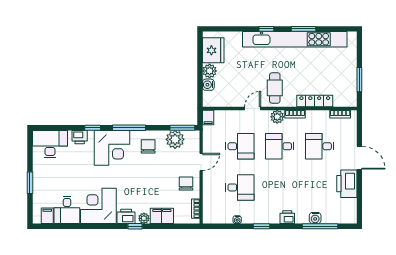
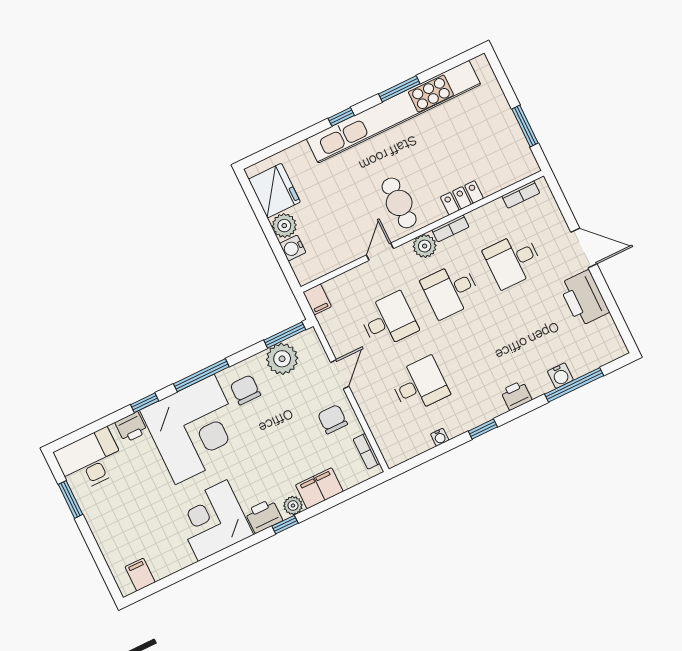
locker: (315, 101) -> (462, 198), width x0.66
corner desk: (112, 148) -> (195, 429), width x1.36, depth x1.36
window: (30, 183) -> (70, 499), moved
desk: (67, 210) -> (166, 551), removed

